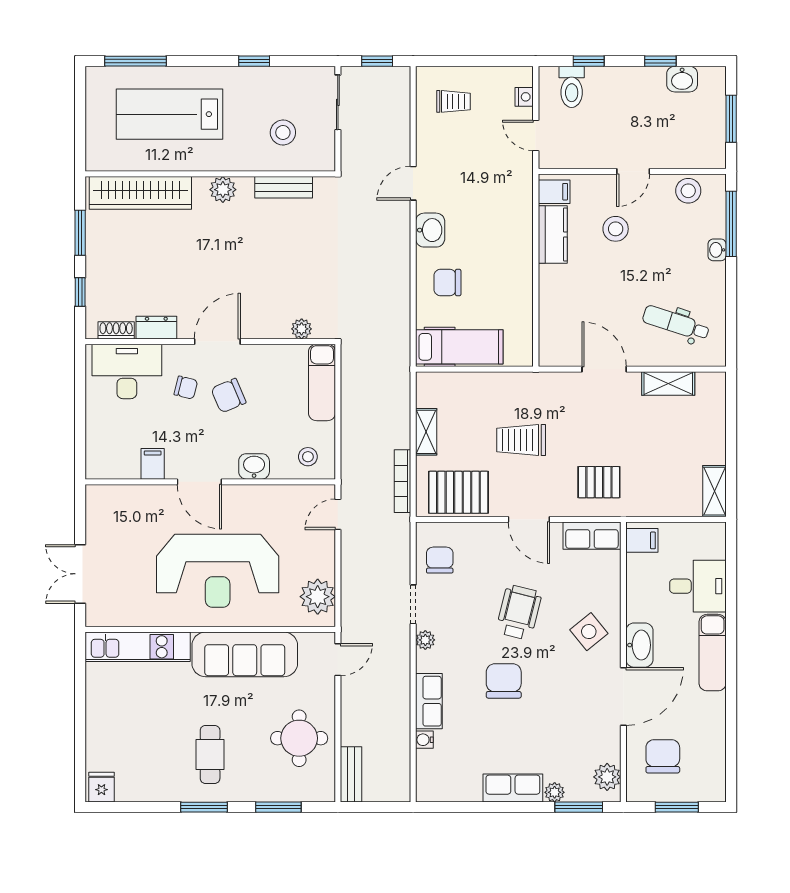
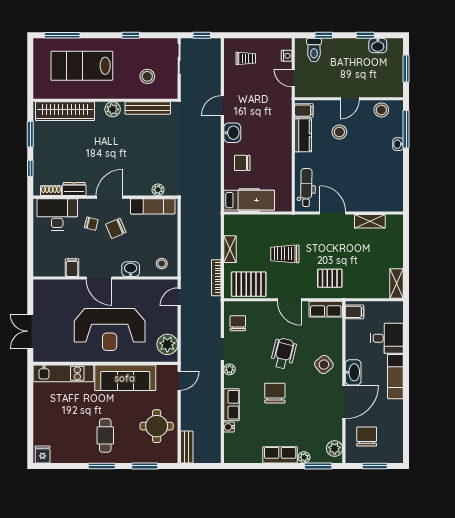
bench: (284, 187) -> (148, 108), width x1.36
dental chair: (676, 323) -> (306, 188), moved, turned 73
exam couch: (322, 382) -> (153, 206), moved, turned -90

